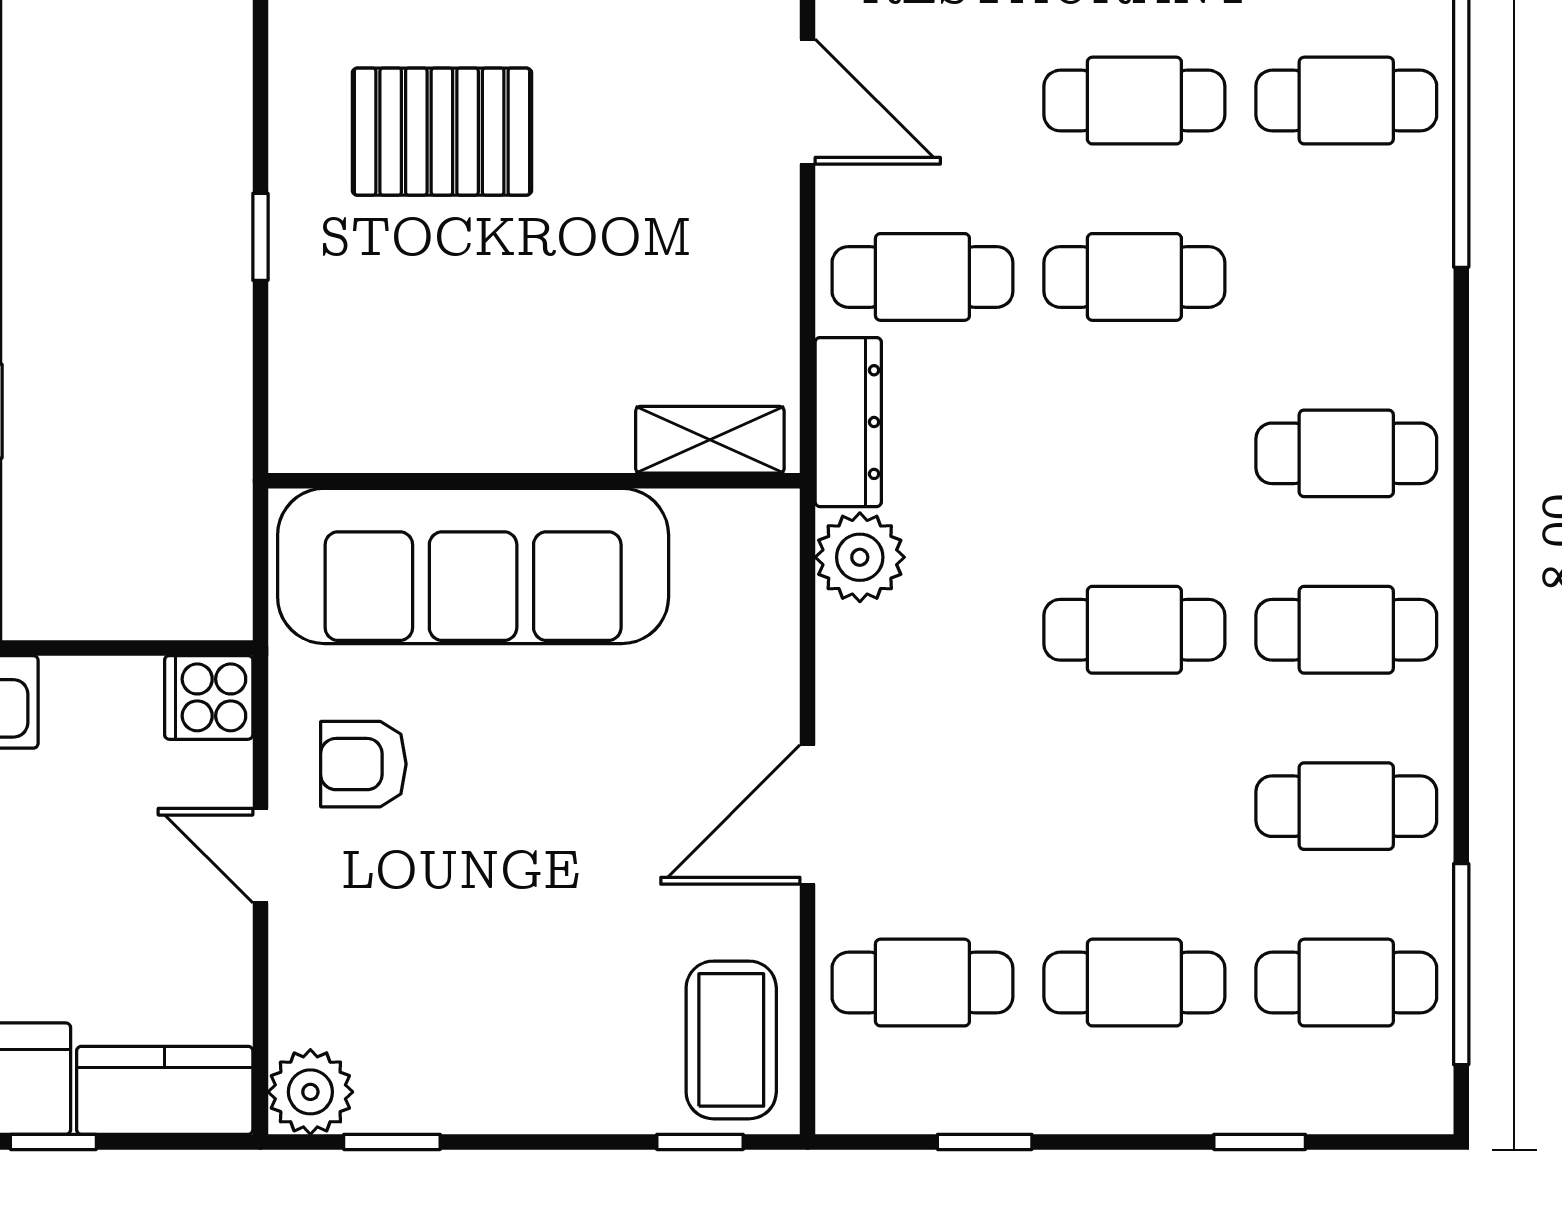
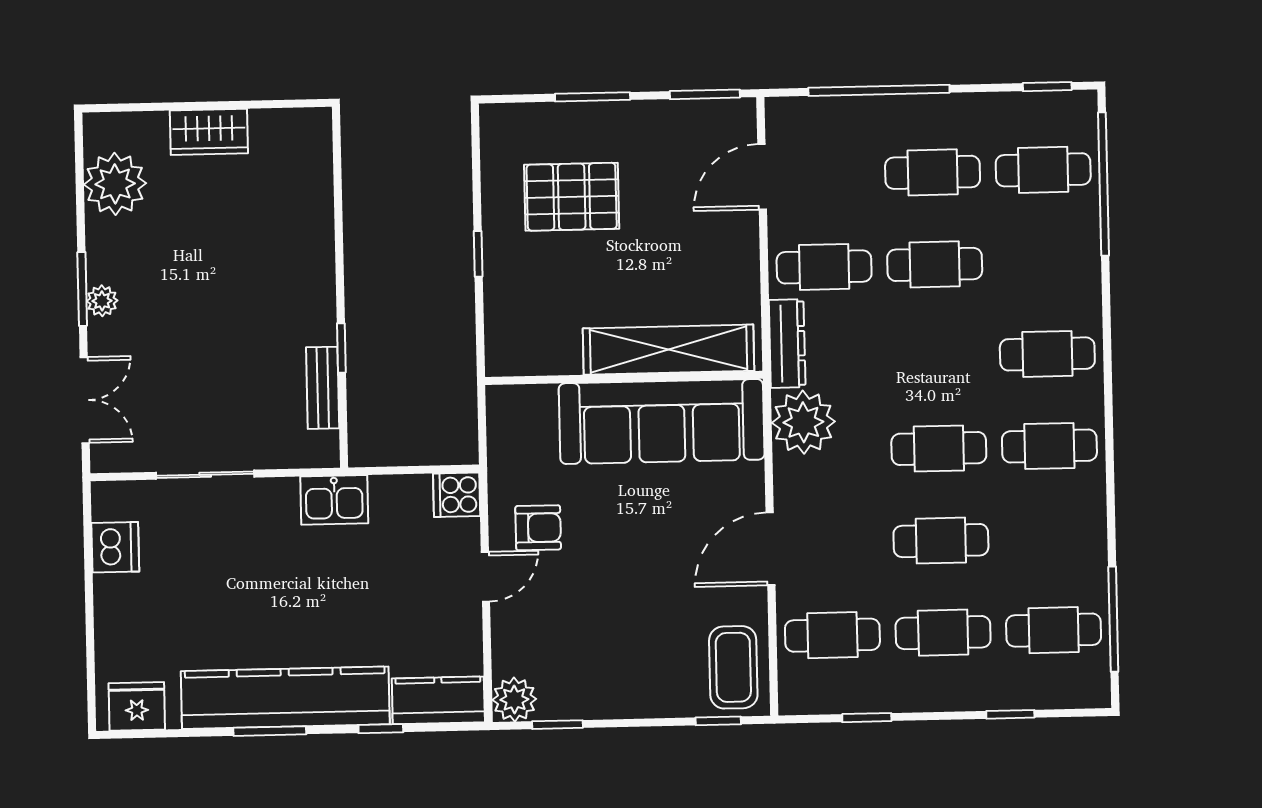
door: (808, 102) -> (762, 177), swing flipped
shelving: (710, 440) -> (669, 350), width x2.20, depth x1.33
plant: (860, 557) -> (803, 422), width x1.36, depth x1.36
sofa: (473, 566) -> (662, 421), moved
armchair: (363, 764) -> (538, 528), turned 180
cafe table: (1346, 806) -> (941, 541), moved
door: (260, 856) -> (485, 577), swing flipped

